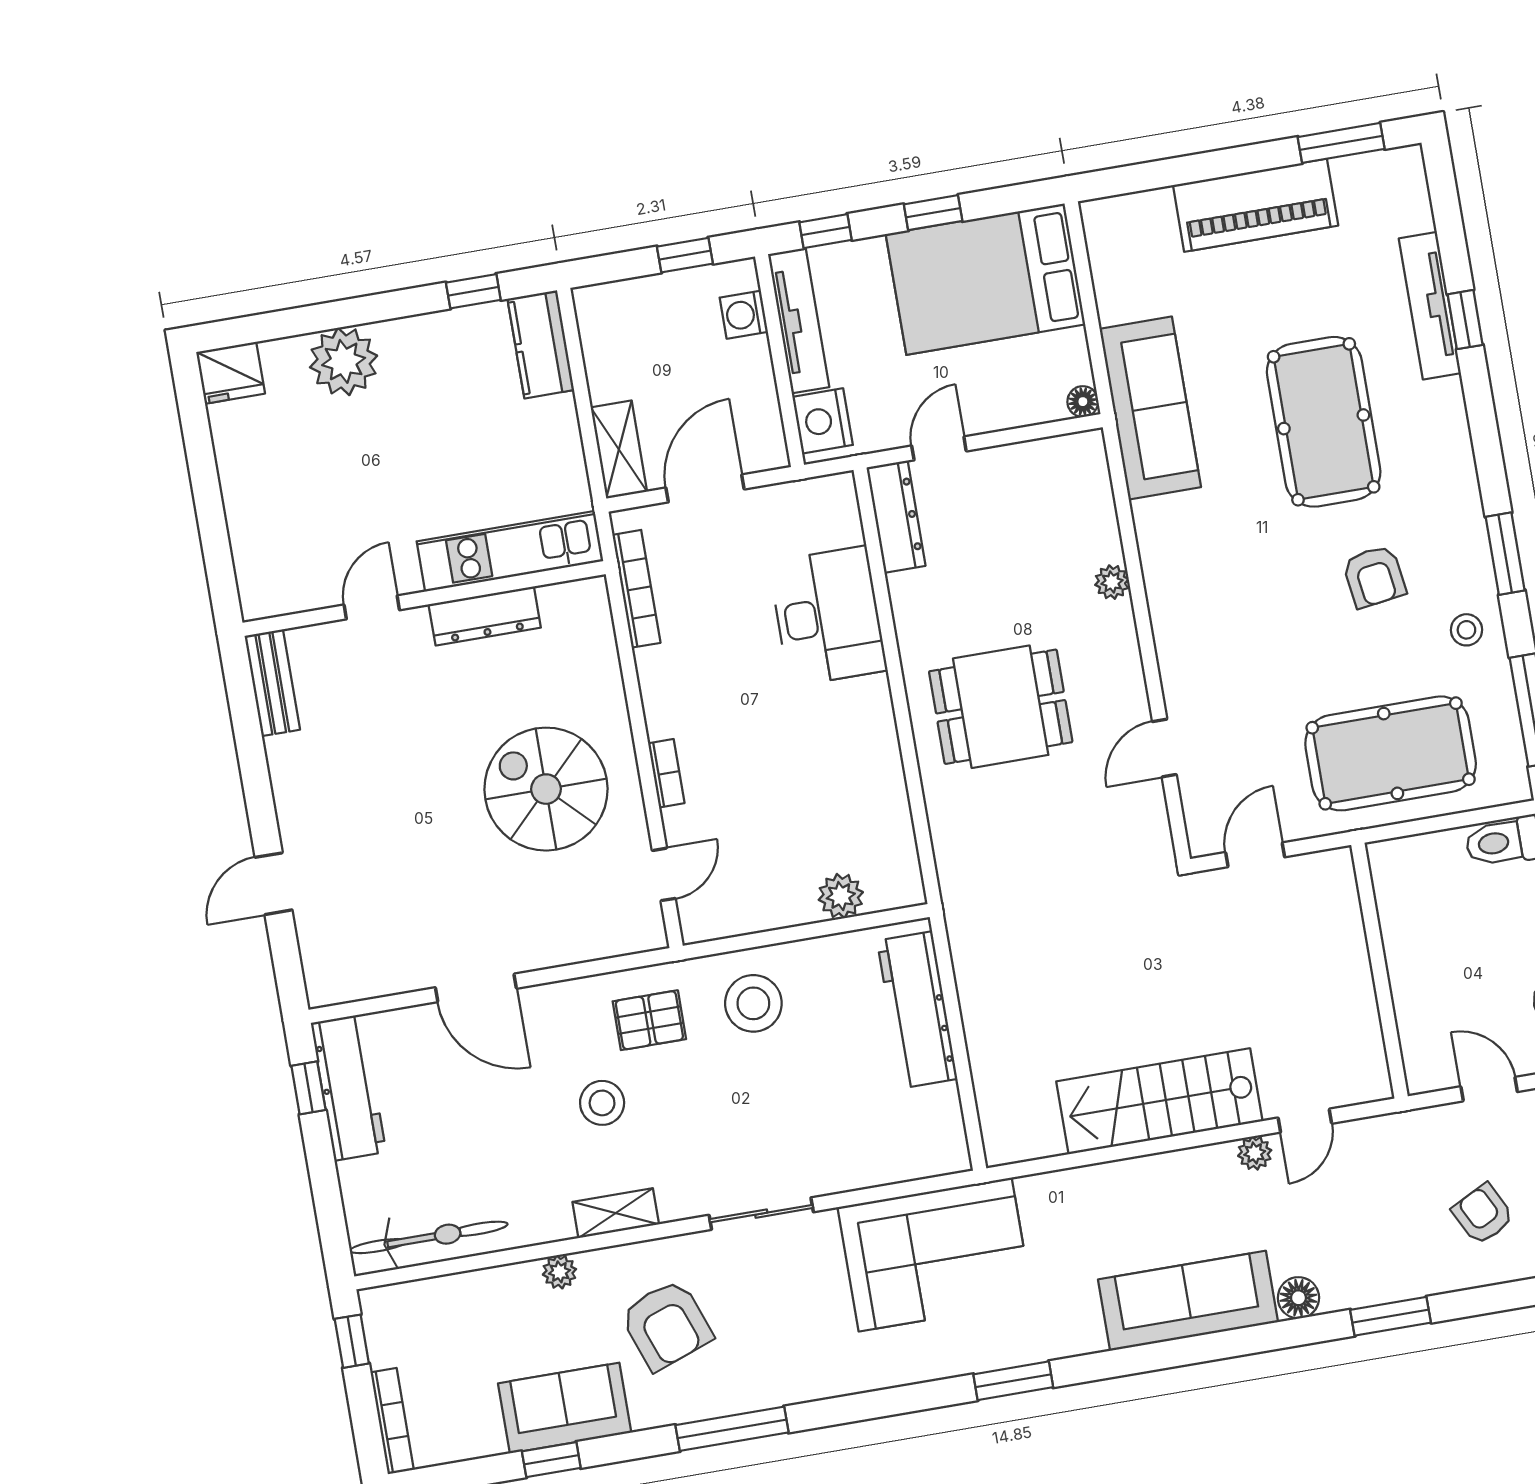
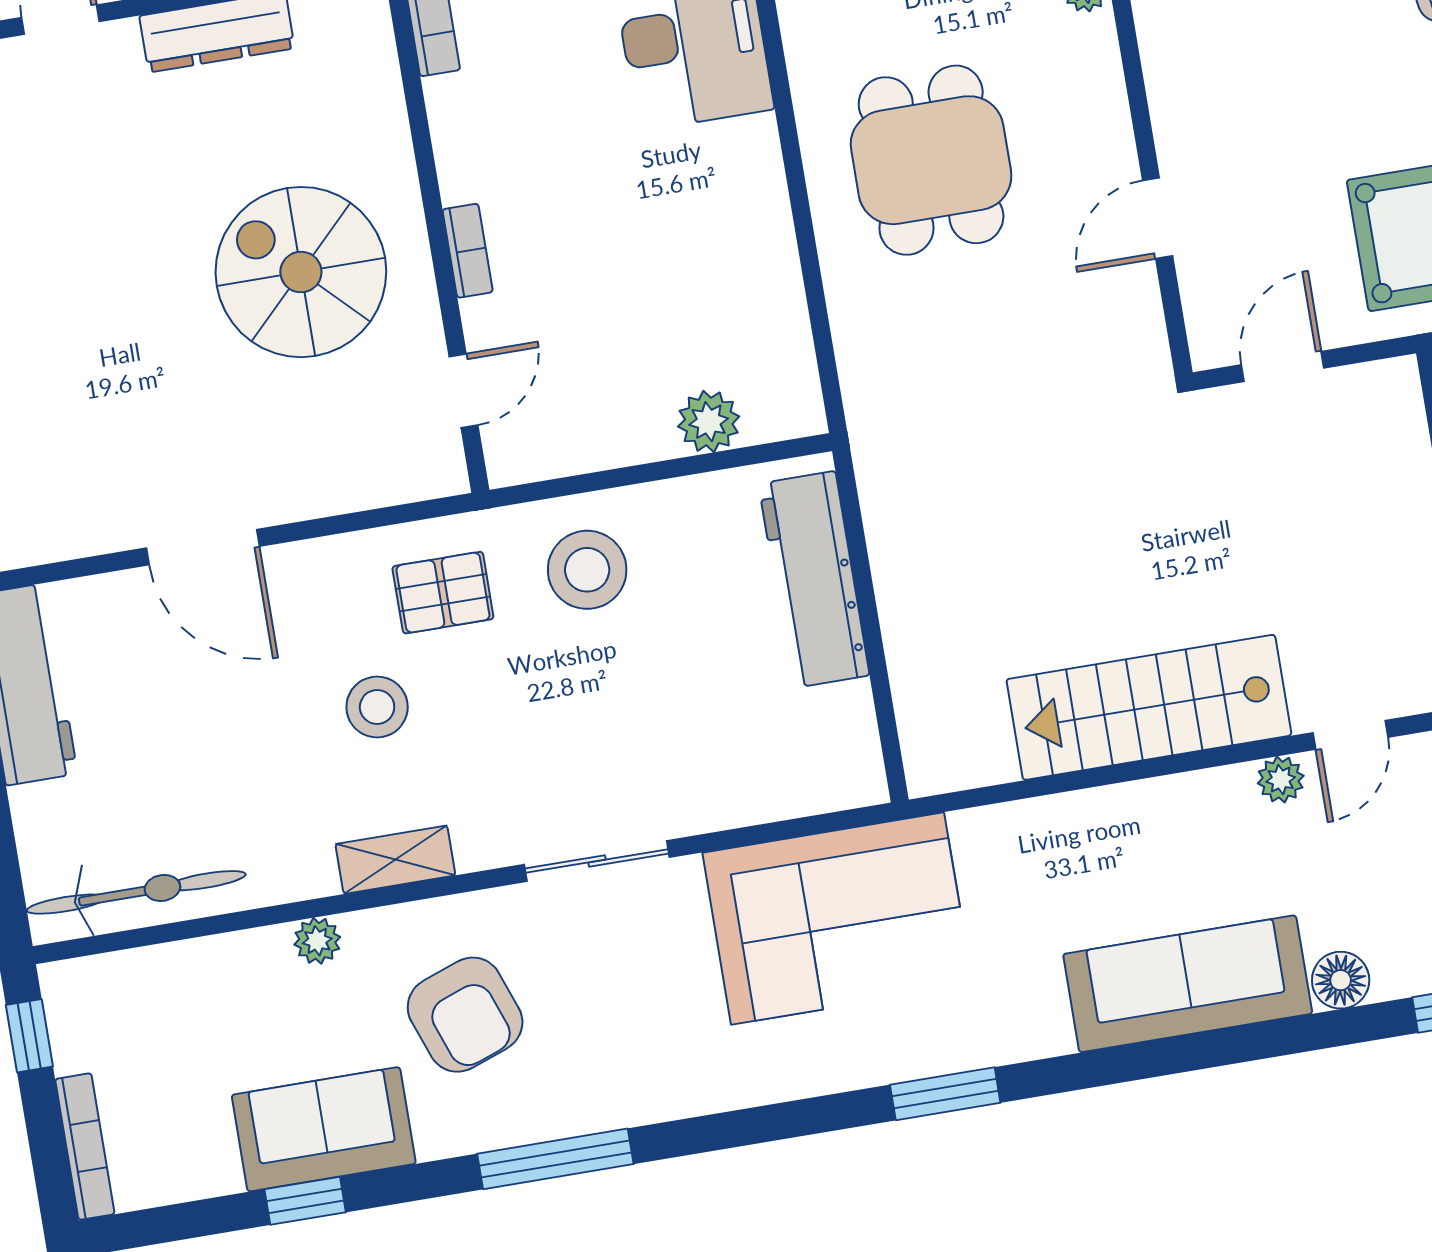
dining table: (1001, 707) -> (931, 160), turned 90

